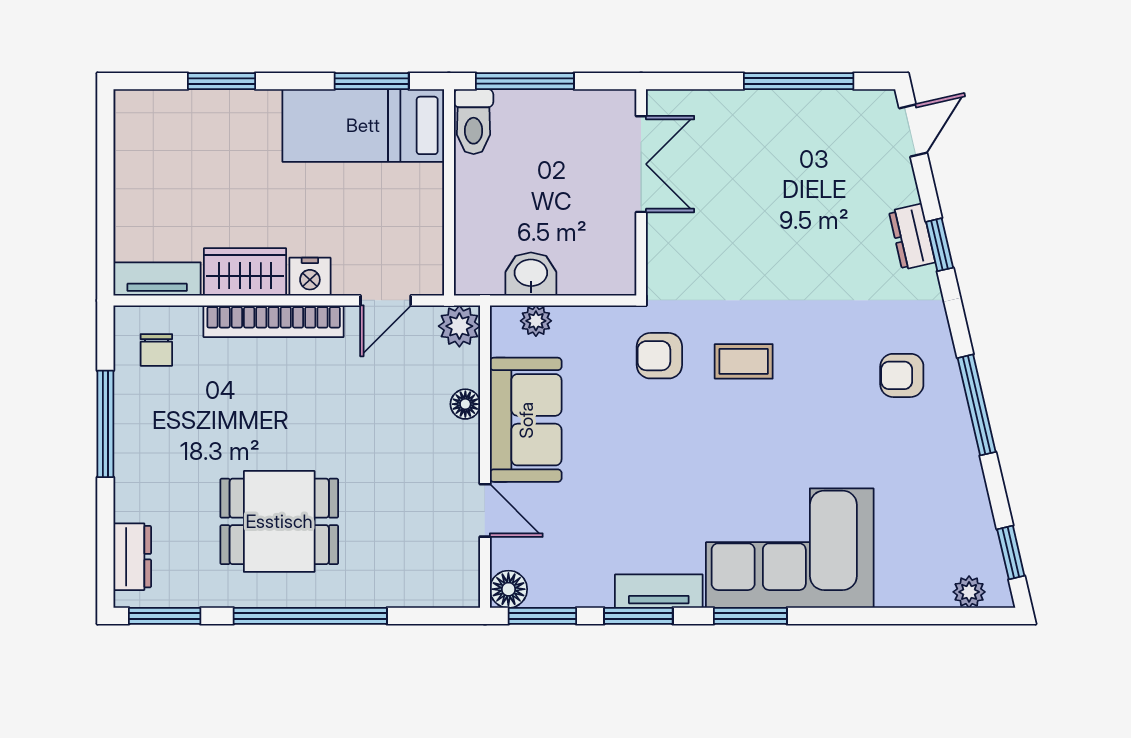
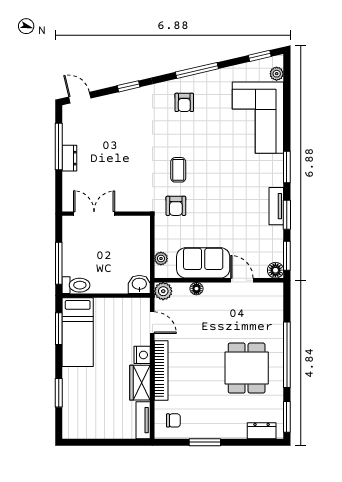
dresser: (912, 237) -> (69, 158), moved, turned -77
washbasin: (531, 274) -> (139, 284), moved, turned 90
window: (105, 424) -> (205, 442), width x0.69
door: (485, 510) -> (242, 280), hinge flipped
corner sofa: (790, 548) -> (258, 118), moved

